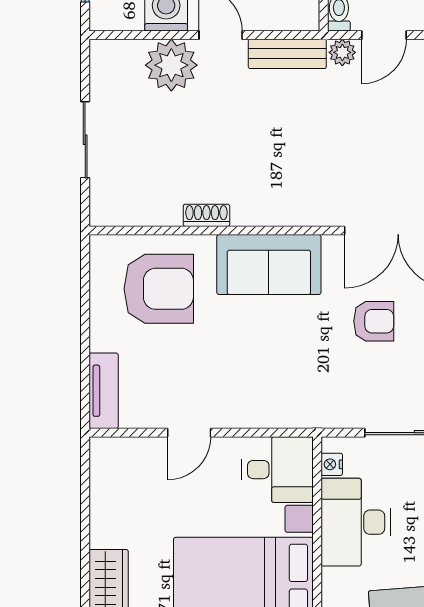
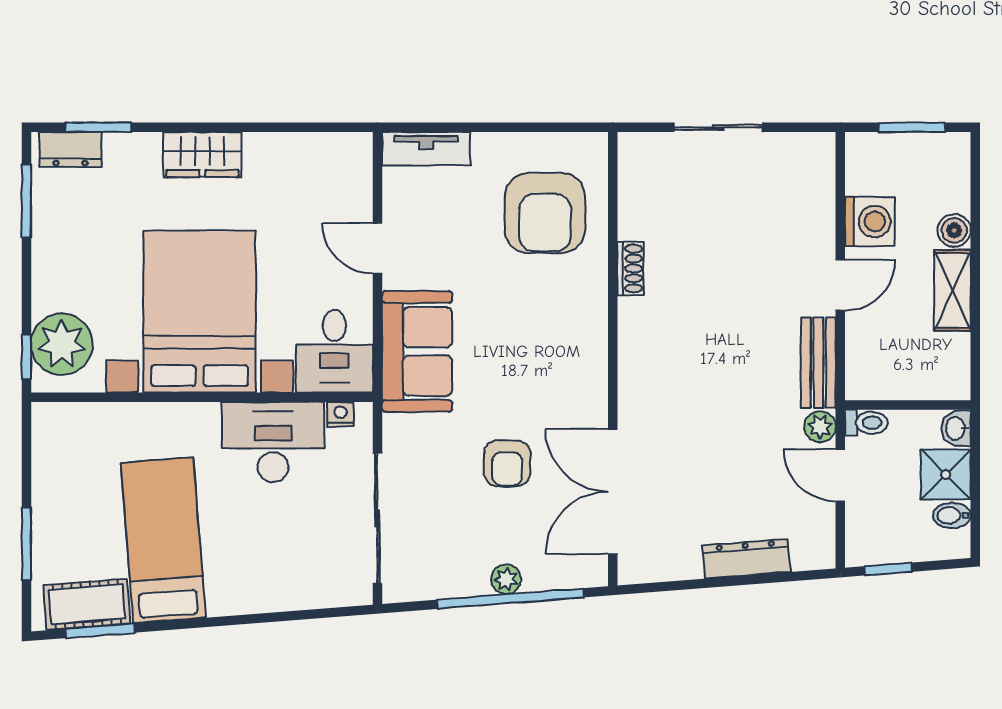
plant: (171, 65) -> (805, 228), removed
sofa: (269, 265) -> (417, 351), moved, turned 180

